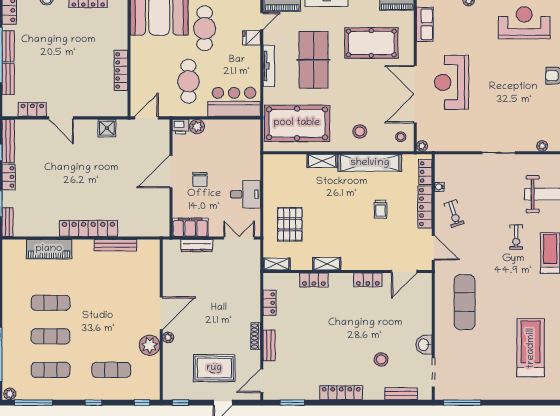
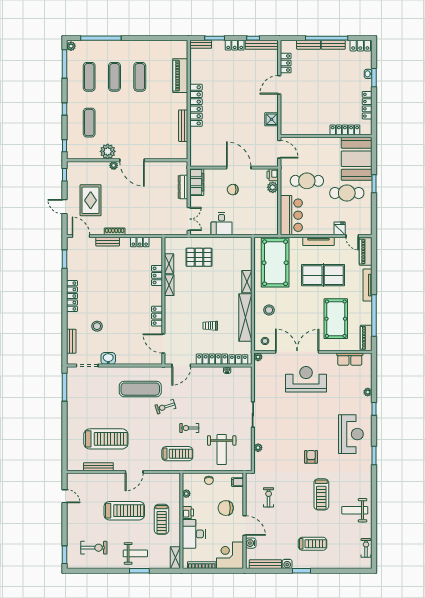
locker: (121, 70) -> (345, 130), moved
exercise bike: (454, 214) -> (165, 407), moved
shelving: (276, 264) -> (169, 264), moved

